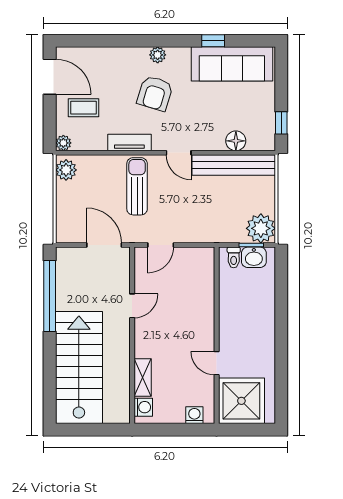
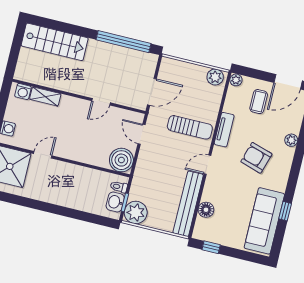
plant: (158, 55) -> (291, 140), moved
boiler: (199, 262) -> (121, 160), added
door: (132, 306) -> (101, 102), hinge flipped
stairs: (79, 368) -> (55, 42), width x0.73, depth x0.66

